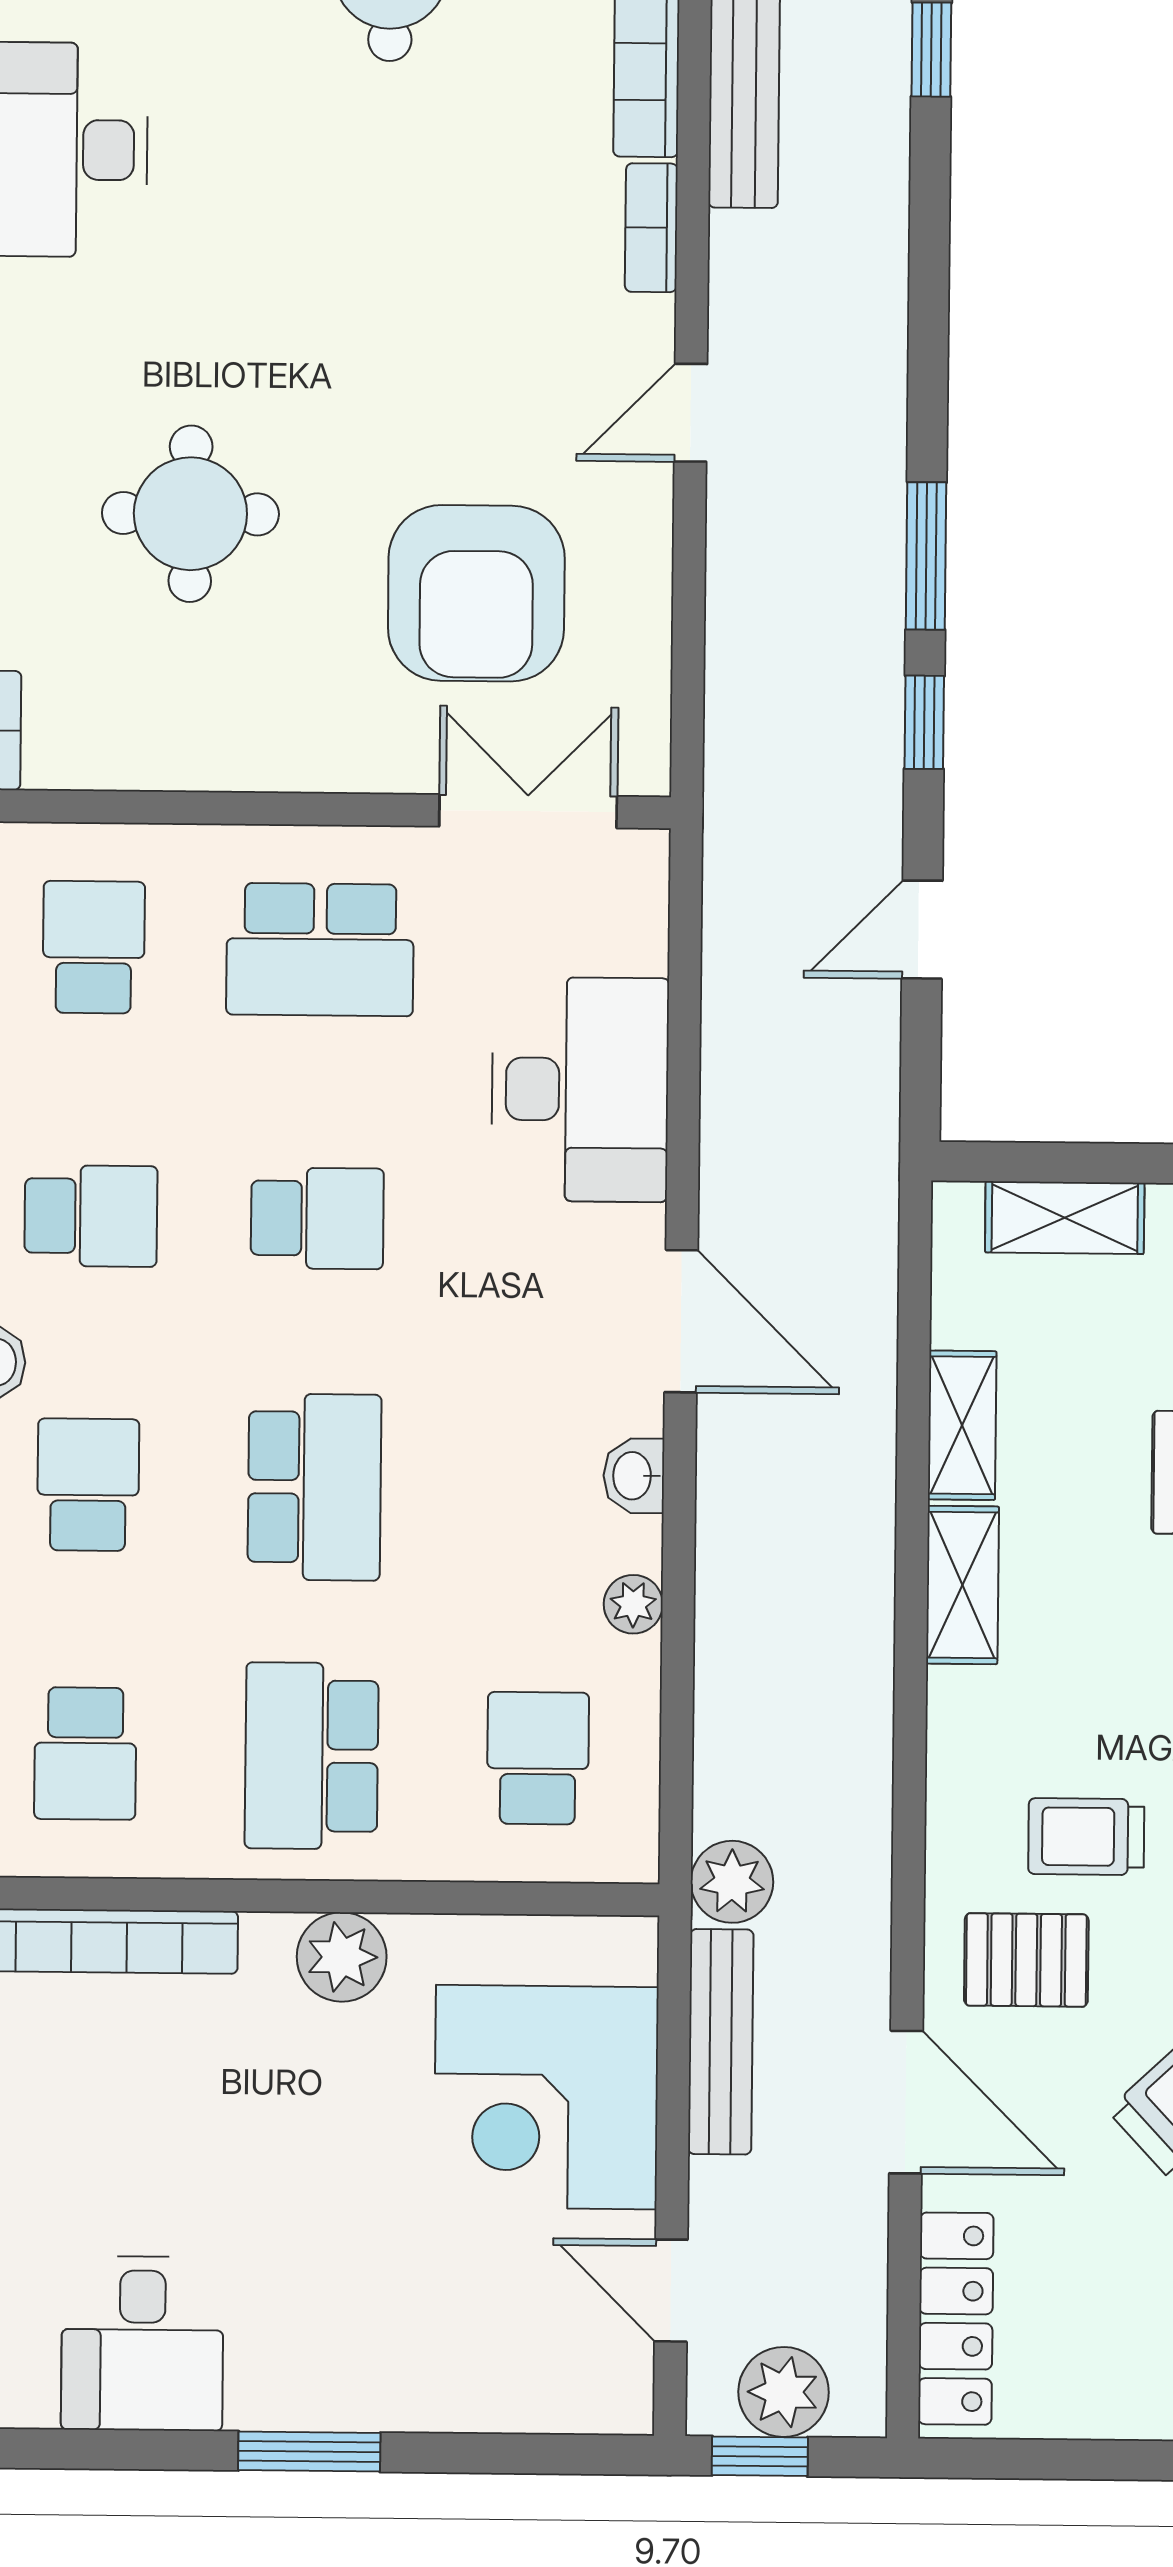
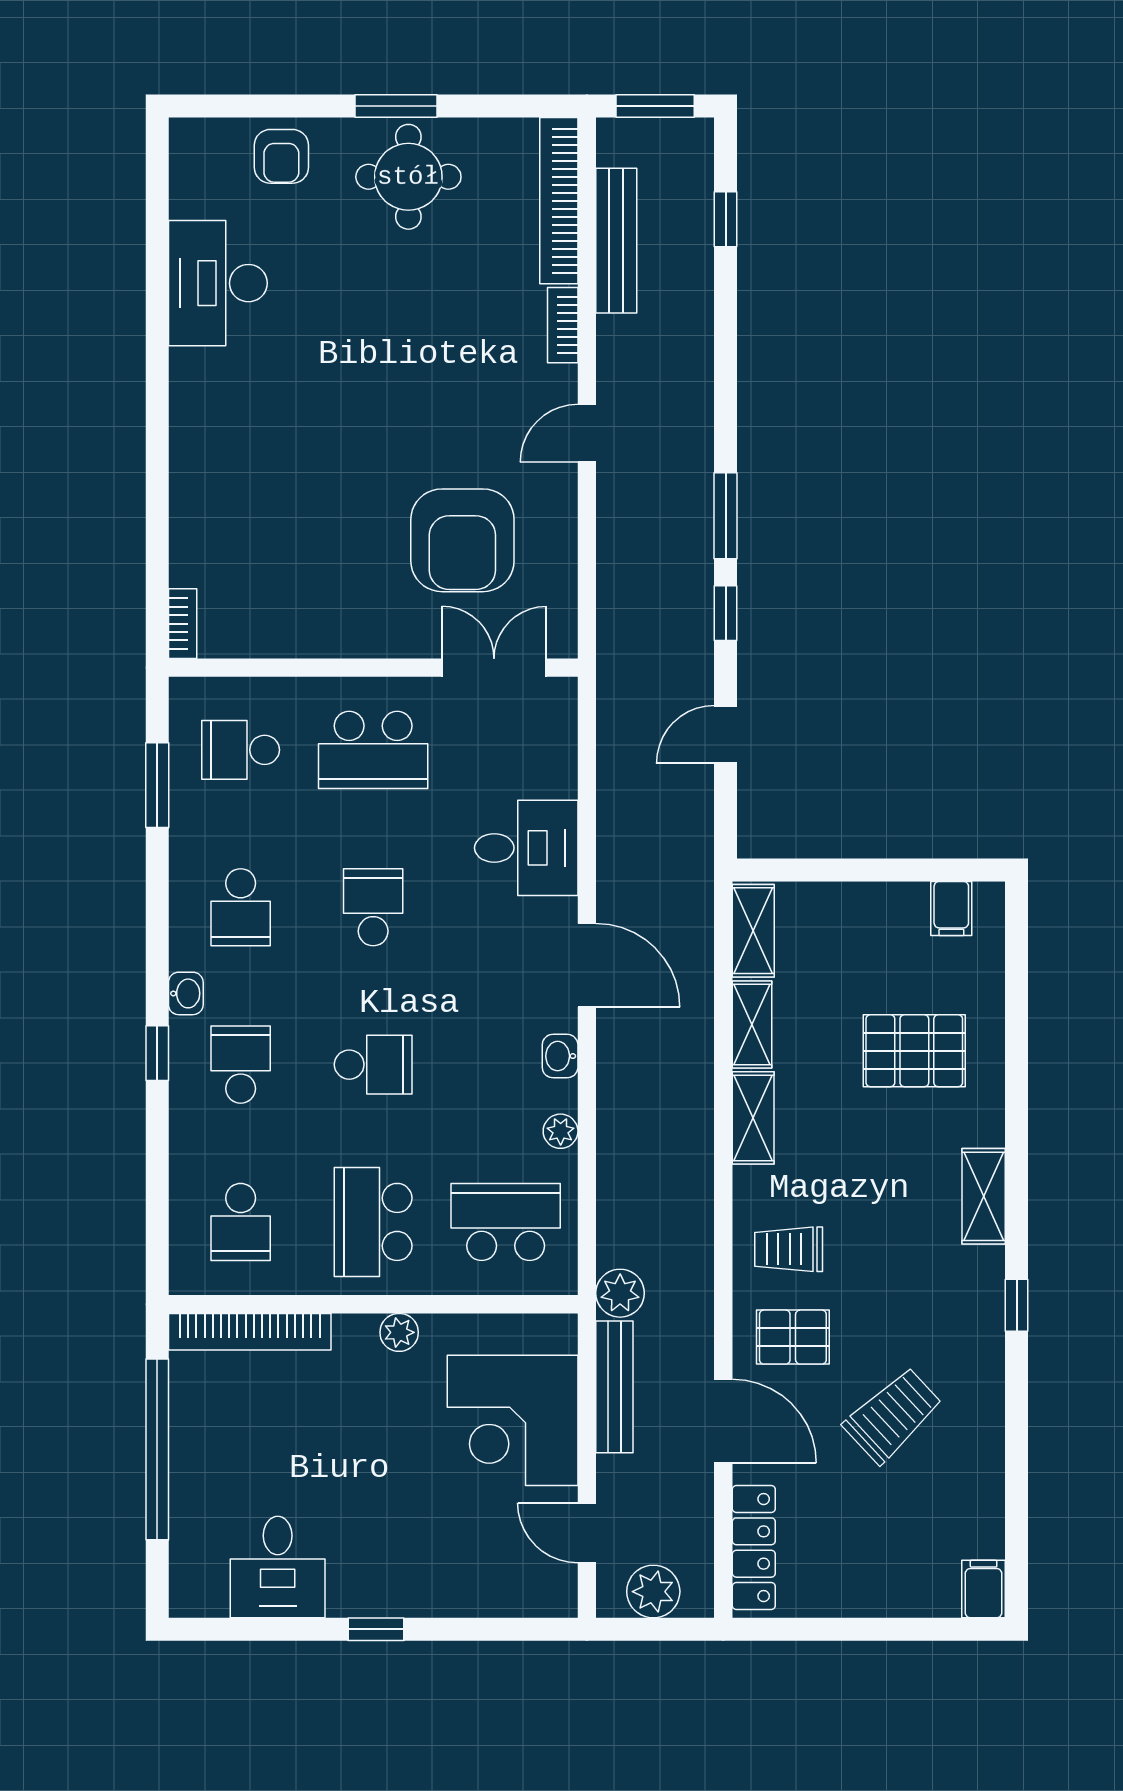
round table: (190, 514) -> (295, 495), removed
school desk: (94, 947) -> (241, 750), turned -90
desk: (580, 1089) -> (526, 848), width x0.73
school desk: (91, 1216) -> (241, 907), turned 90
school desk: (317, 1218) -> (373, 907), turned -90
shelving: (1065, 1218) -> (753, 931), moved, turned 90
school desk: (314, 1487) -> (373, 1065), width x0.54
school desk: (538, 1758) -> (506, 1222), width x1.85
trolley: (1086, 1837) -> (789, 1249), moved
plant: (342, 1957) -> (399, 1332), width x0.73, depth x0.73
window: (309, 2452) -> (376, 1629), width x0.67
window: (760, 2456) -> (640, 1629), removed

